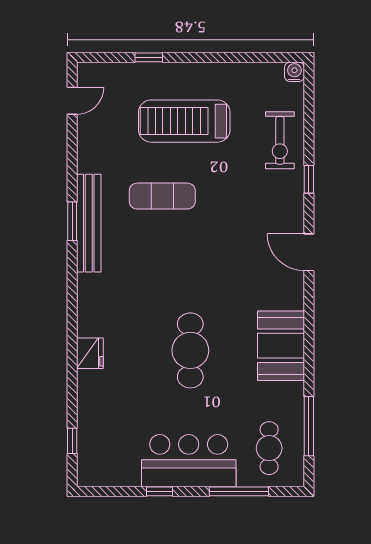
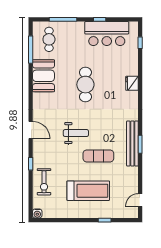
exercise bike: (280, 140) -> (44, 182), turned 180
weight bench: (211, 246) -> (76, 133), added
booth: (281, 346) -> (43, 76), moved
bar counter: (189, 461) -> (107, 34), moved

